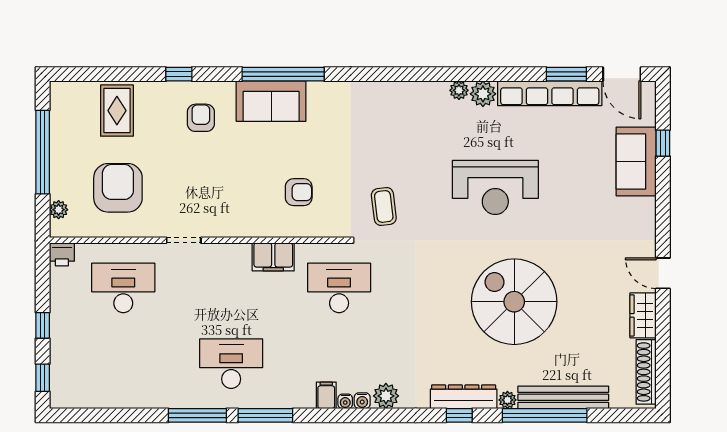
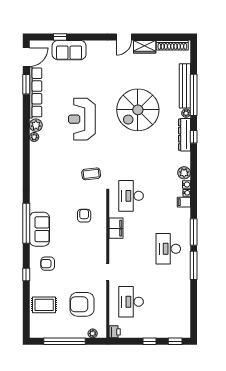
reception desk: (495, 187) -> (82, 119), turned 180

